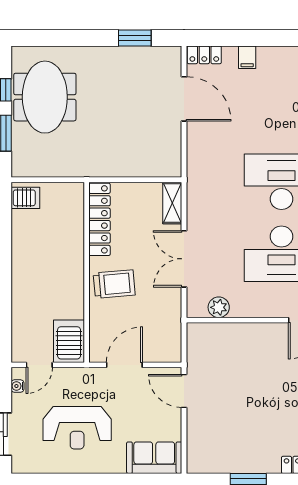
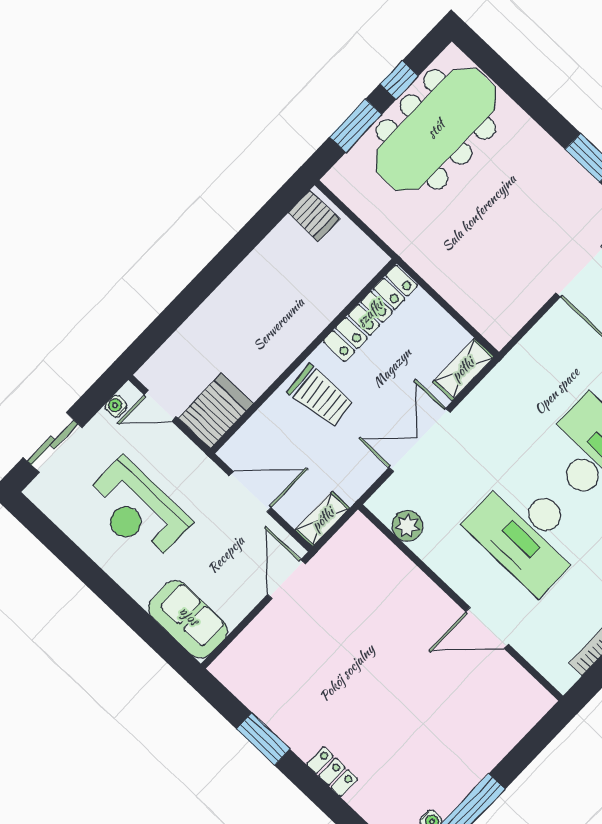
meeting table: (45, 97) -> (436, 129), width x1.36
shelving: (173, 344) -> (323, 519), added

